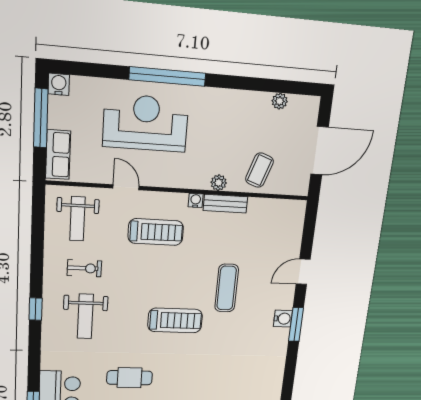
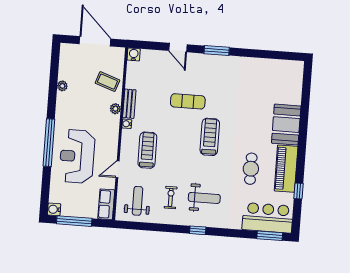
plant: (280, 101) -> (62, 86), moved
row of seats: (58, 155) -> (106, 204), moved, turned -90
weight bench: (77, 219) -> (137, 201), turned -90
water cooler: (283, 319) -> (134, 54), moved

